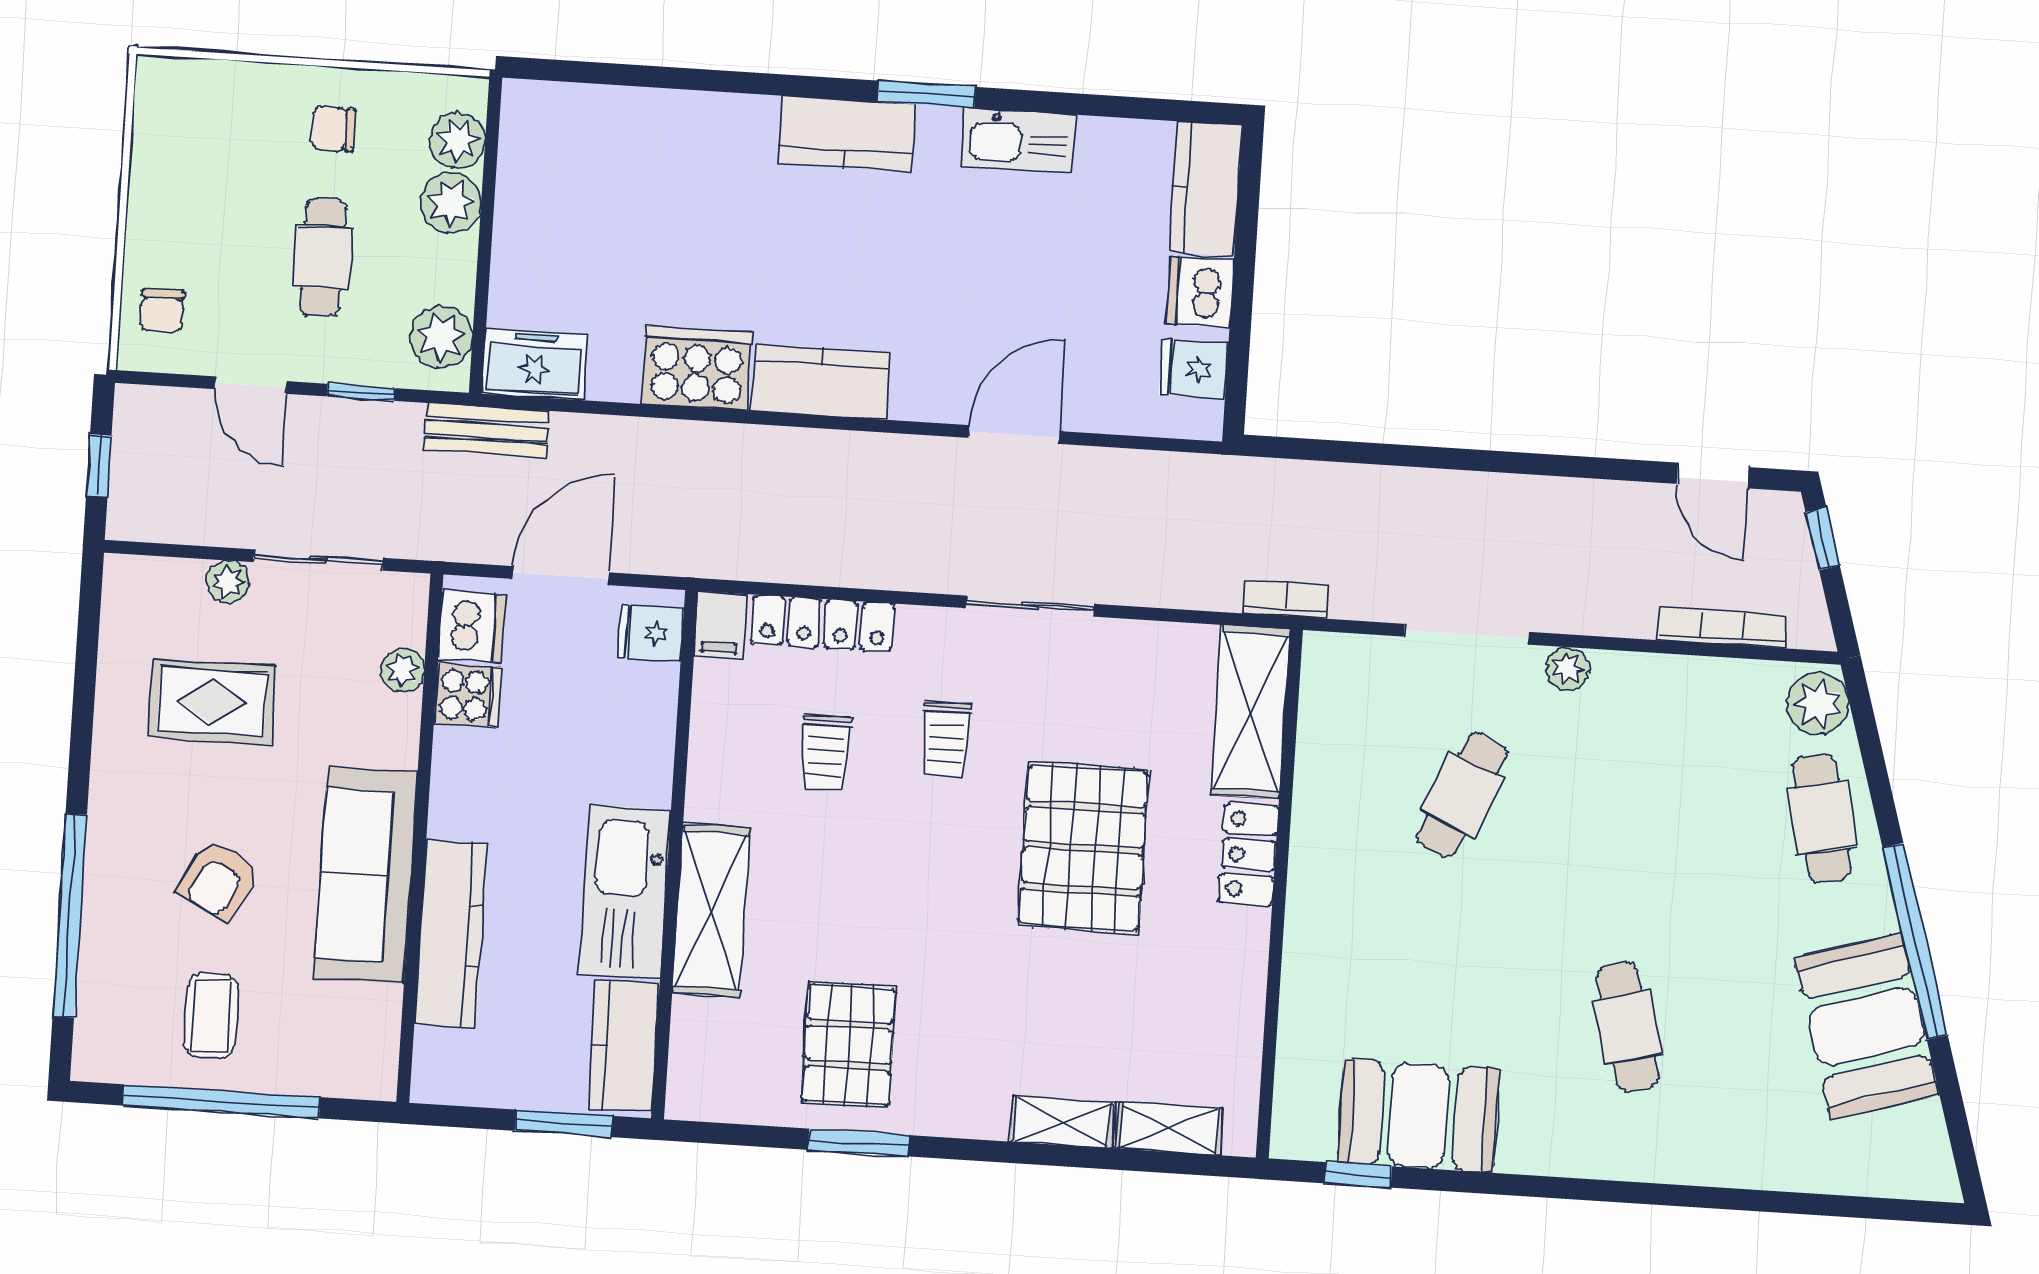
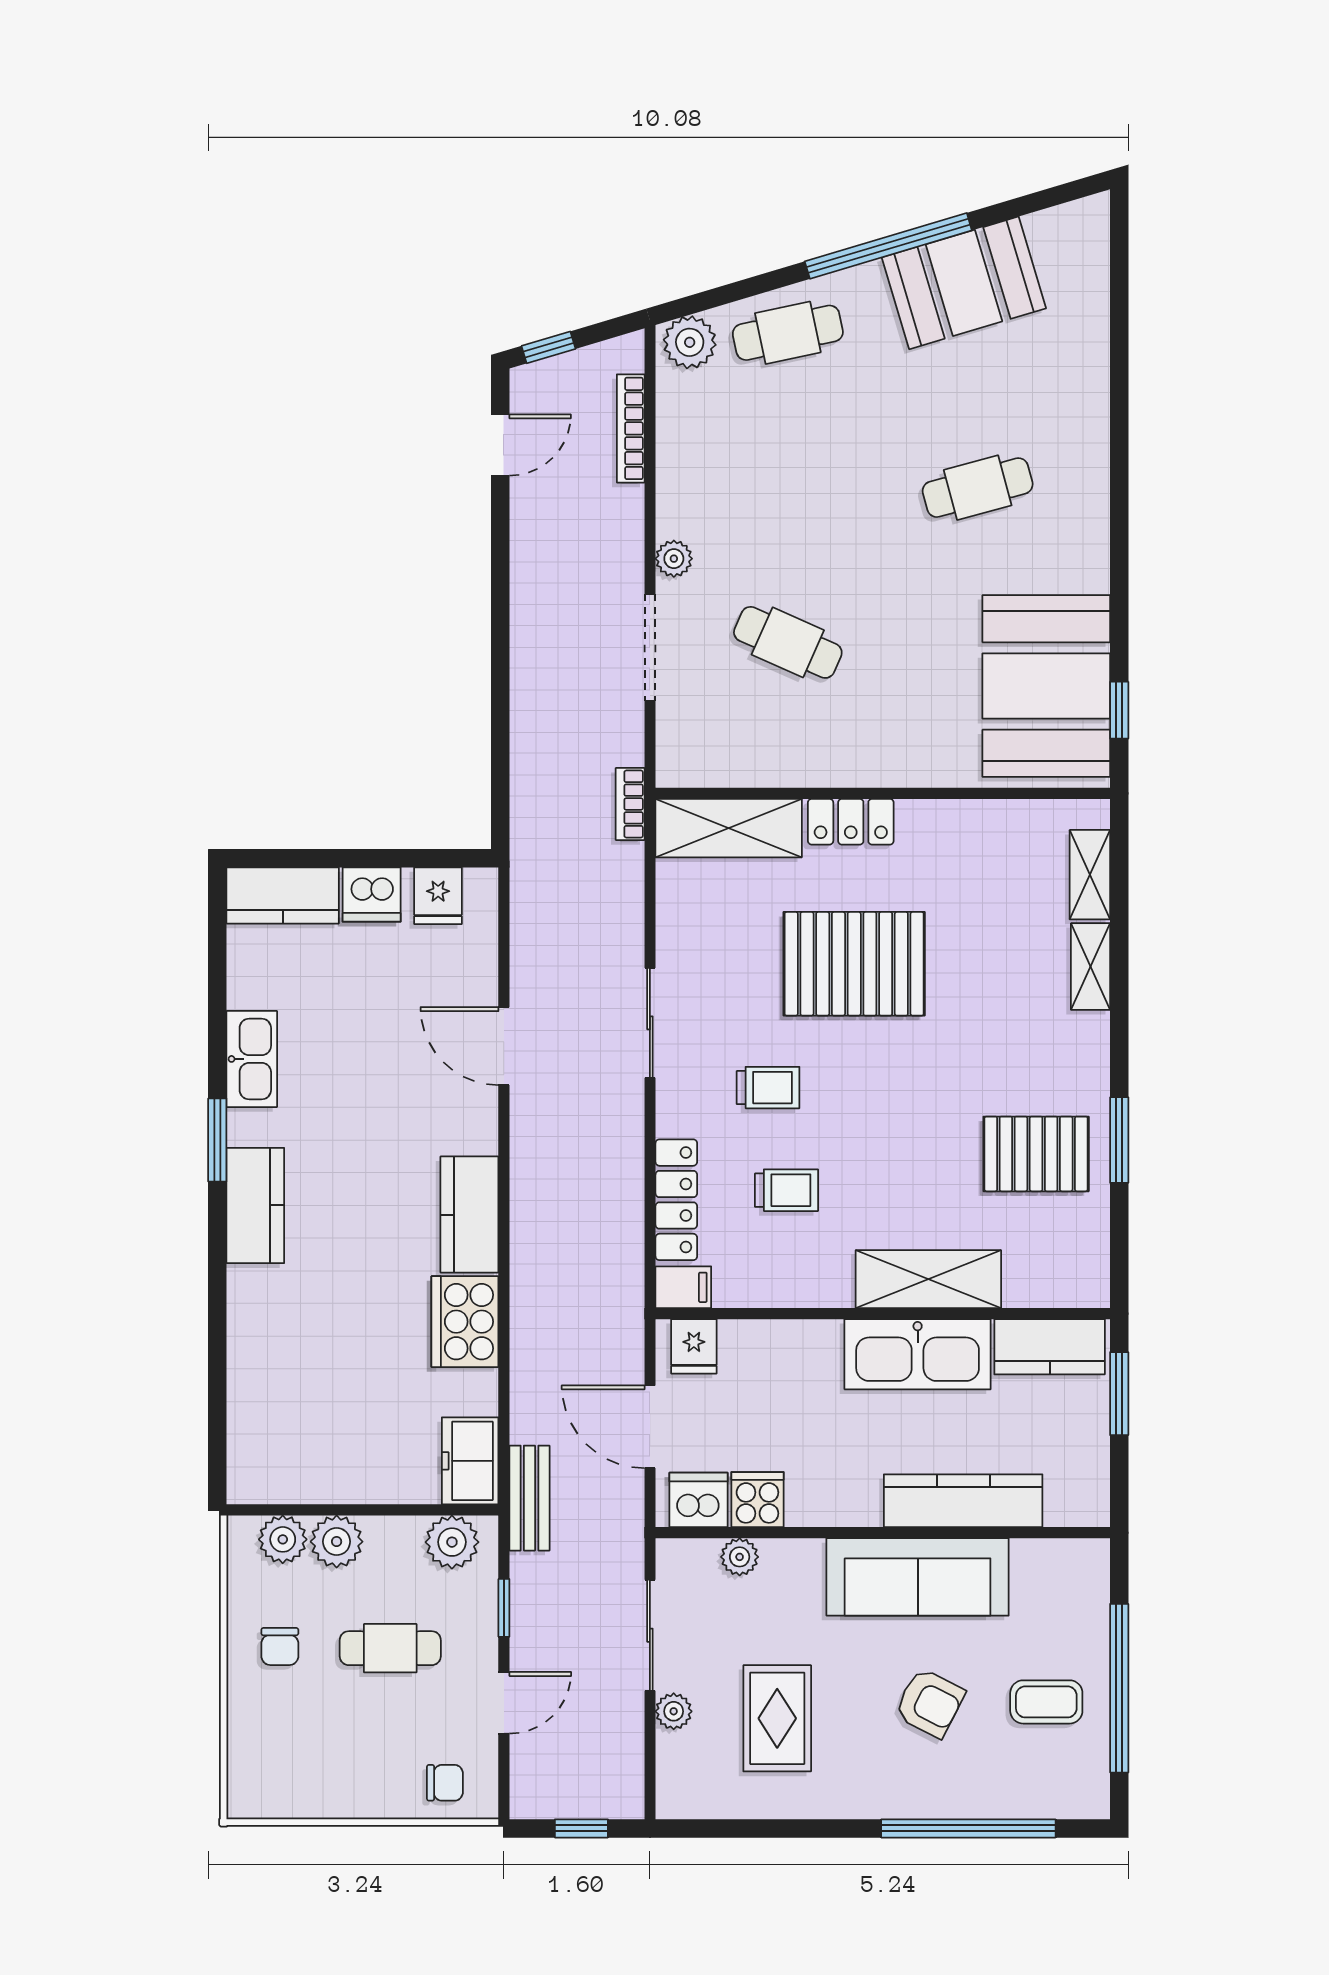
booth: (1418, 1116) -> (1046, 686), width x1.36, depth x1.42

